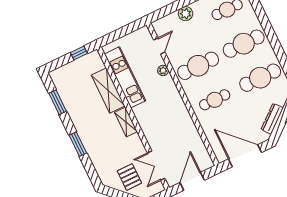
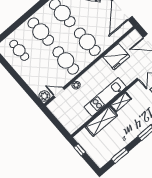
plant: (186, 14) -> (44, 96), moved
kitchen unit: (125, 77) -> (105, 97), moved
cafe table: (215, 100) -> (87, 42), width x1.37, depth x1.35
fridge: (186, 132) -> (116, 57), added

